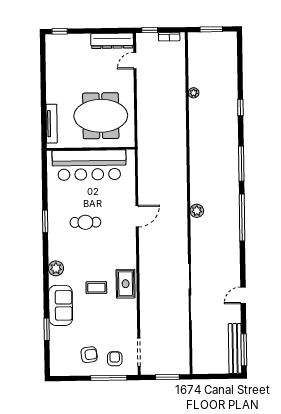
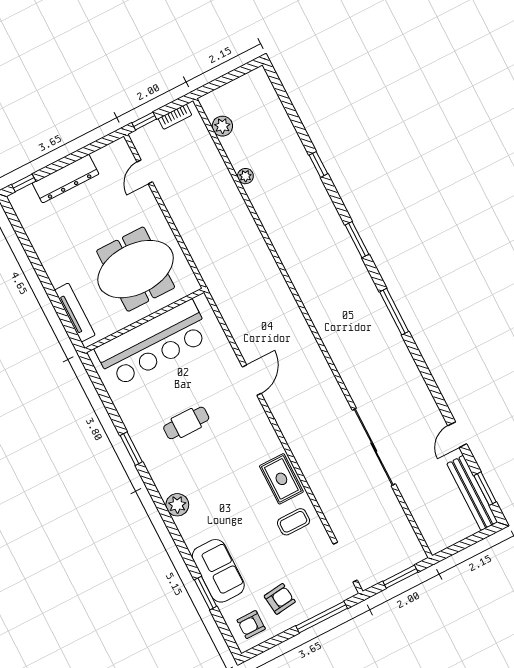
window: (211, 29) -> (227, 79), removed
dresser: (112, 41) -> (66, 179), moved
window: (241, 164) -> (357, 240), width x0.69
plant: (197, 211) -> (222, 126), moved
window: (242, 217) -> (394, 312), width x0.68
coffee table: (96, 288) -> (293, 522), moved
door: (243, 295) -> (457, 435), moved
sofa: (61, 305) -> (218, 571), moved
window: (244, 350) -> (485, 489), width x0.69
armchair: (115, 359) -> (251, 625), moved, turned -90

